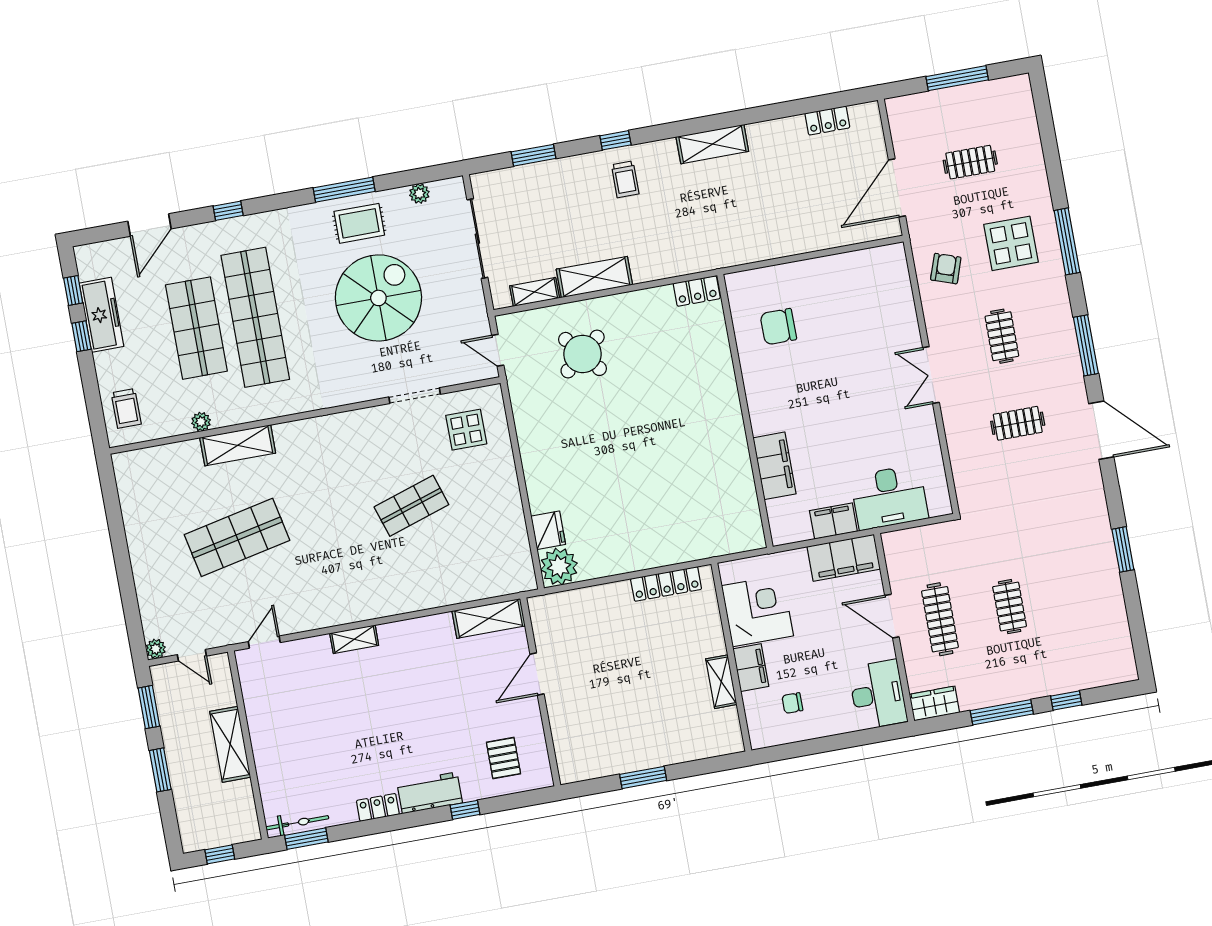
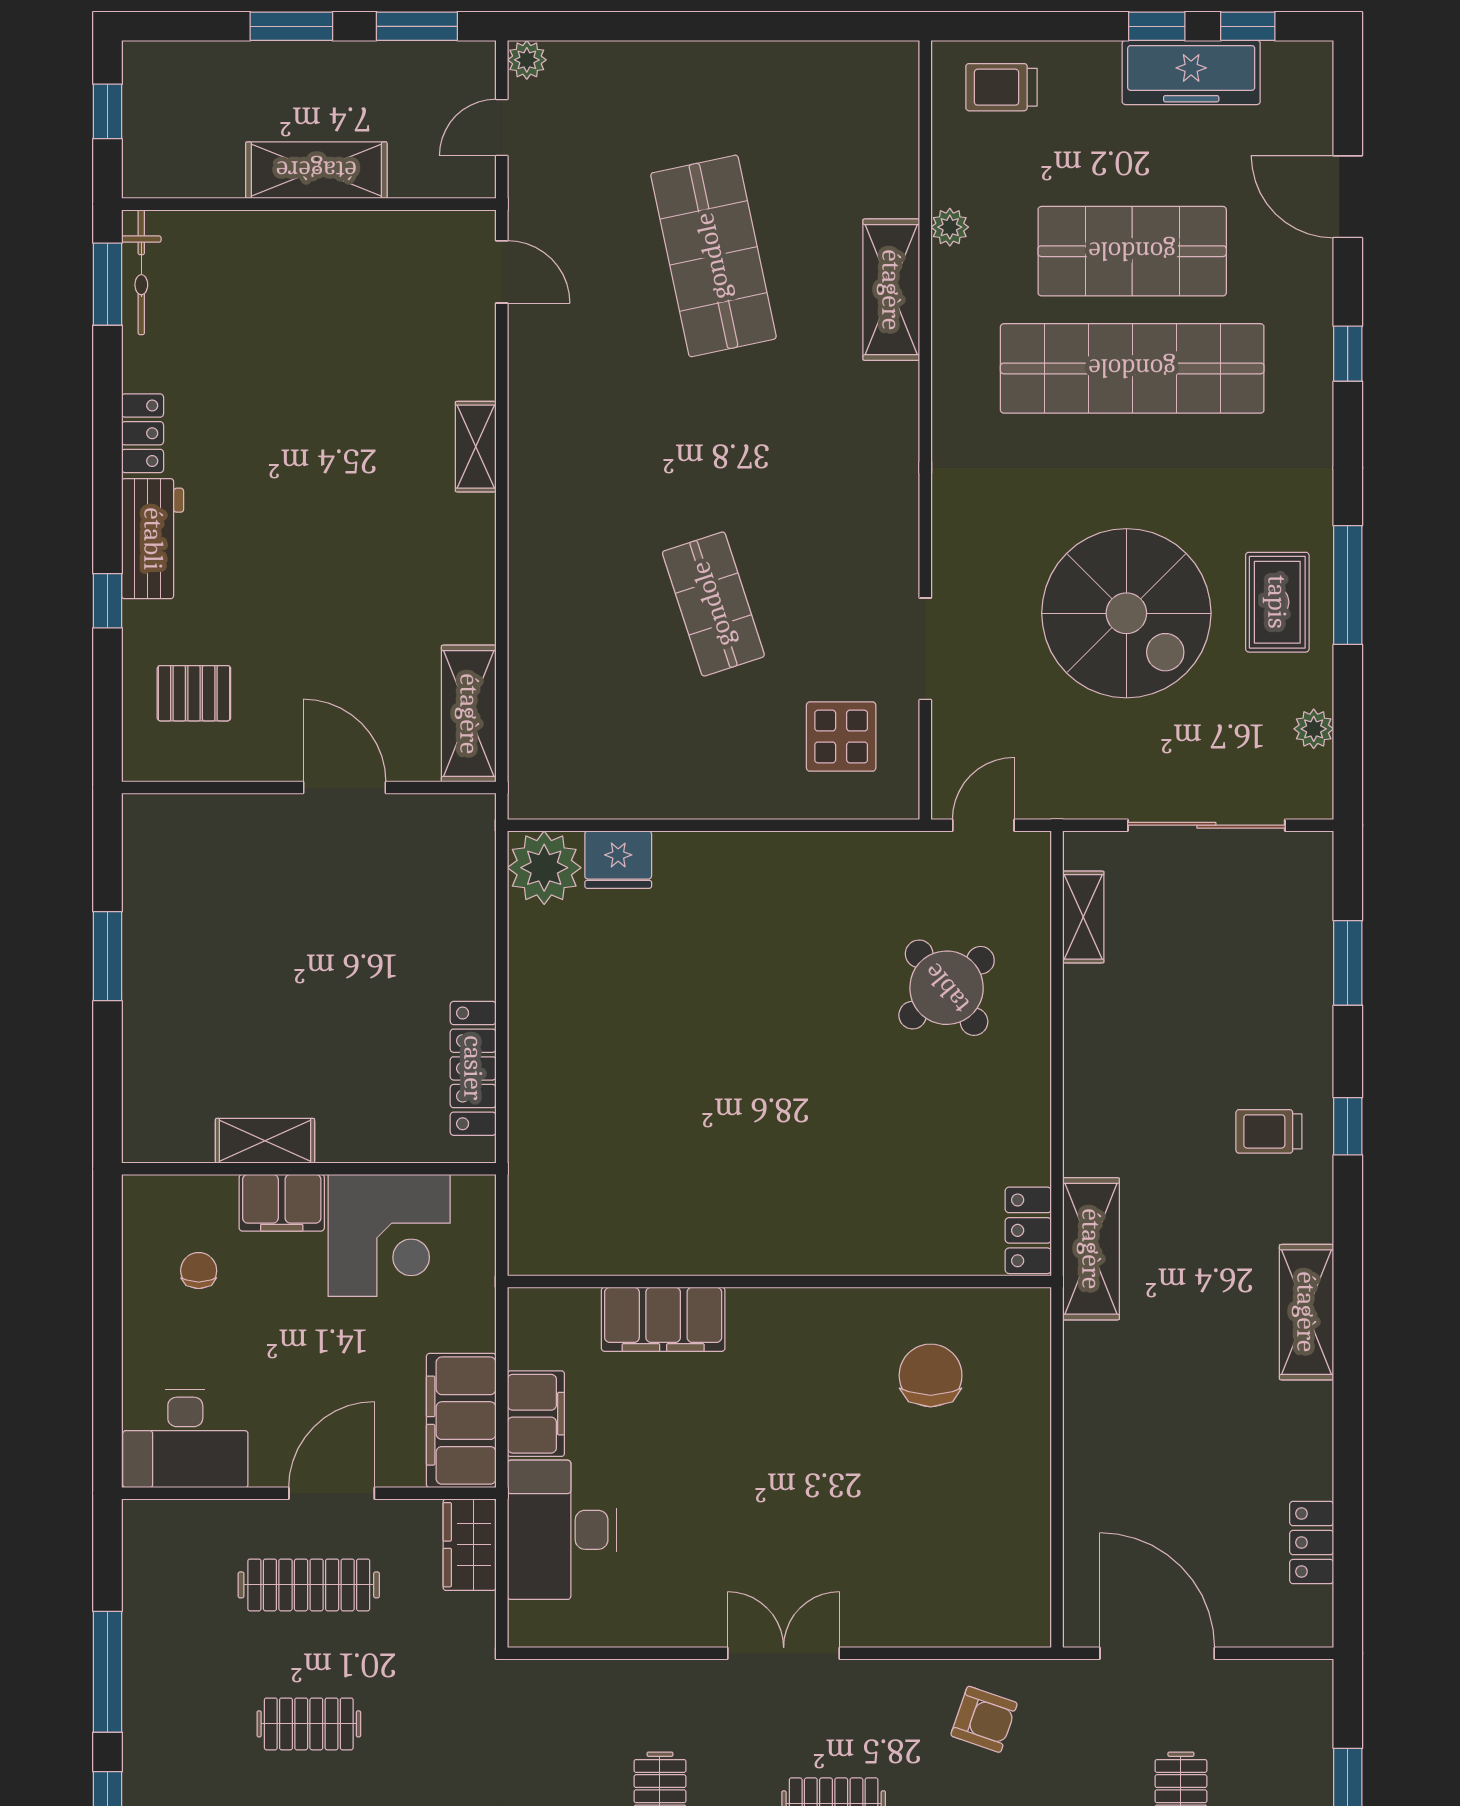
shelving: (594, 277) -> (1091, 1249), moved
wardrobe: (934, 703) -> (470, 1545), moved, turned 180

